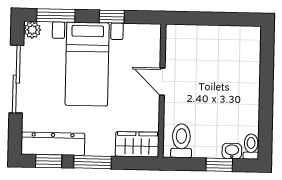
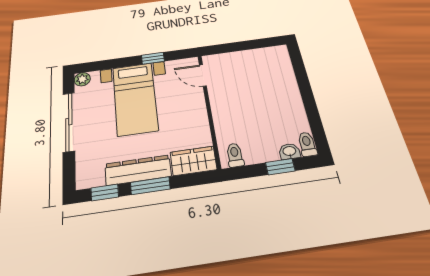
window: (56, 15) -> (103, 65), removed
door: (162, 82) -> (203, 75), moved
toilet: (181, 141) -> (235, 155), width x0.73, depth x0.72
dresser: (53, 144) -> (138, 170), moved

